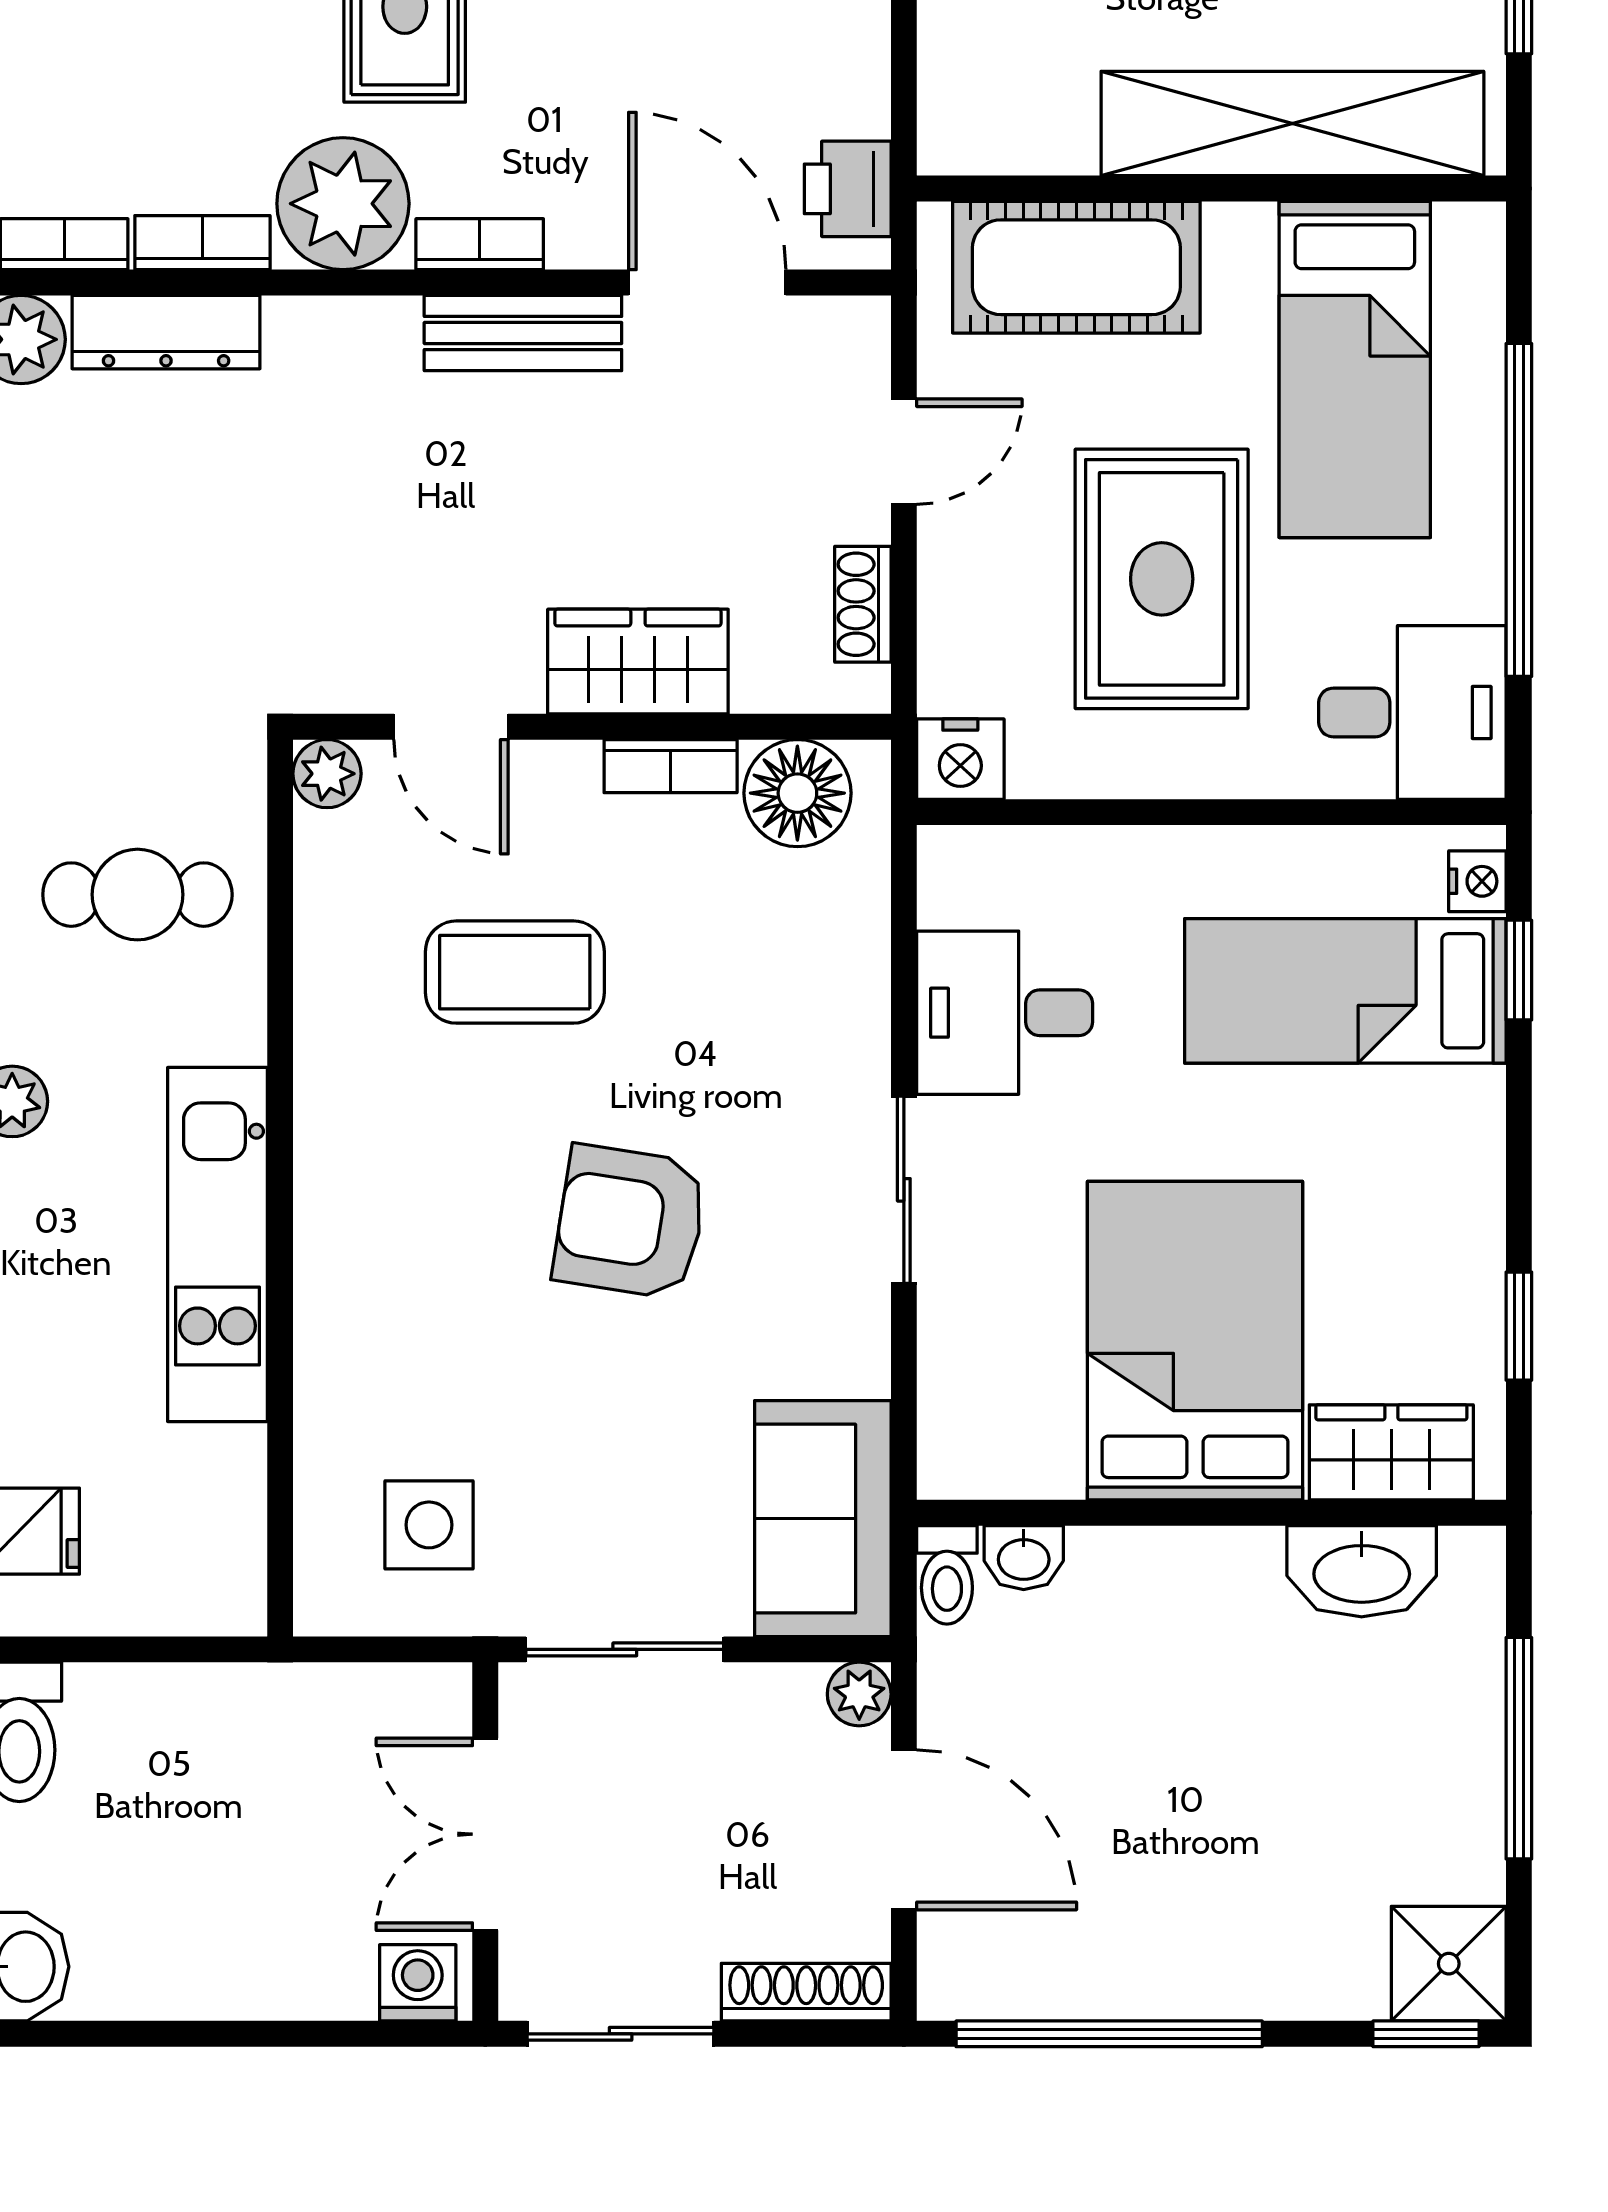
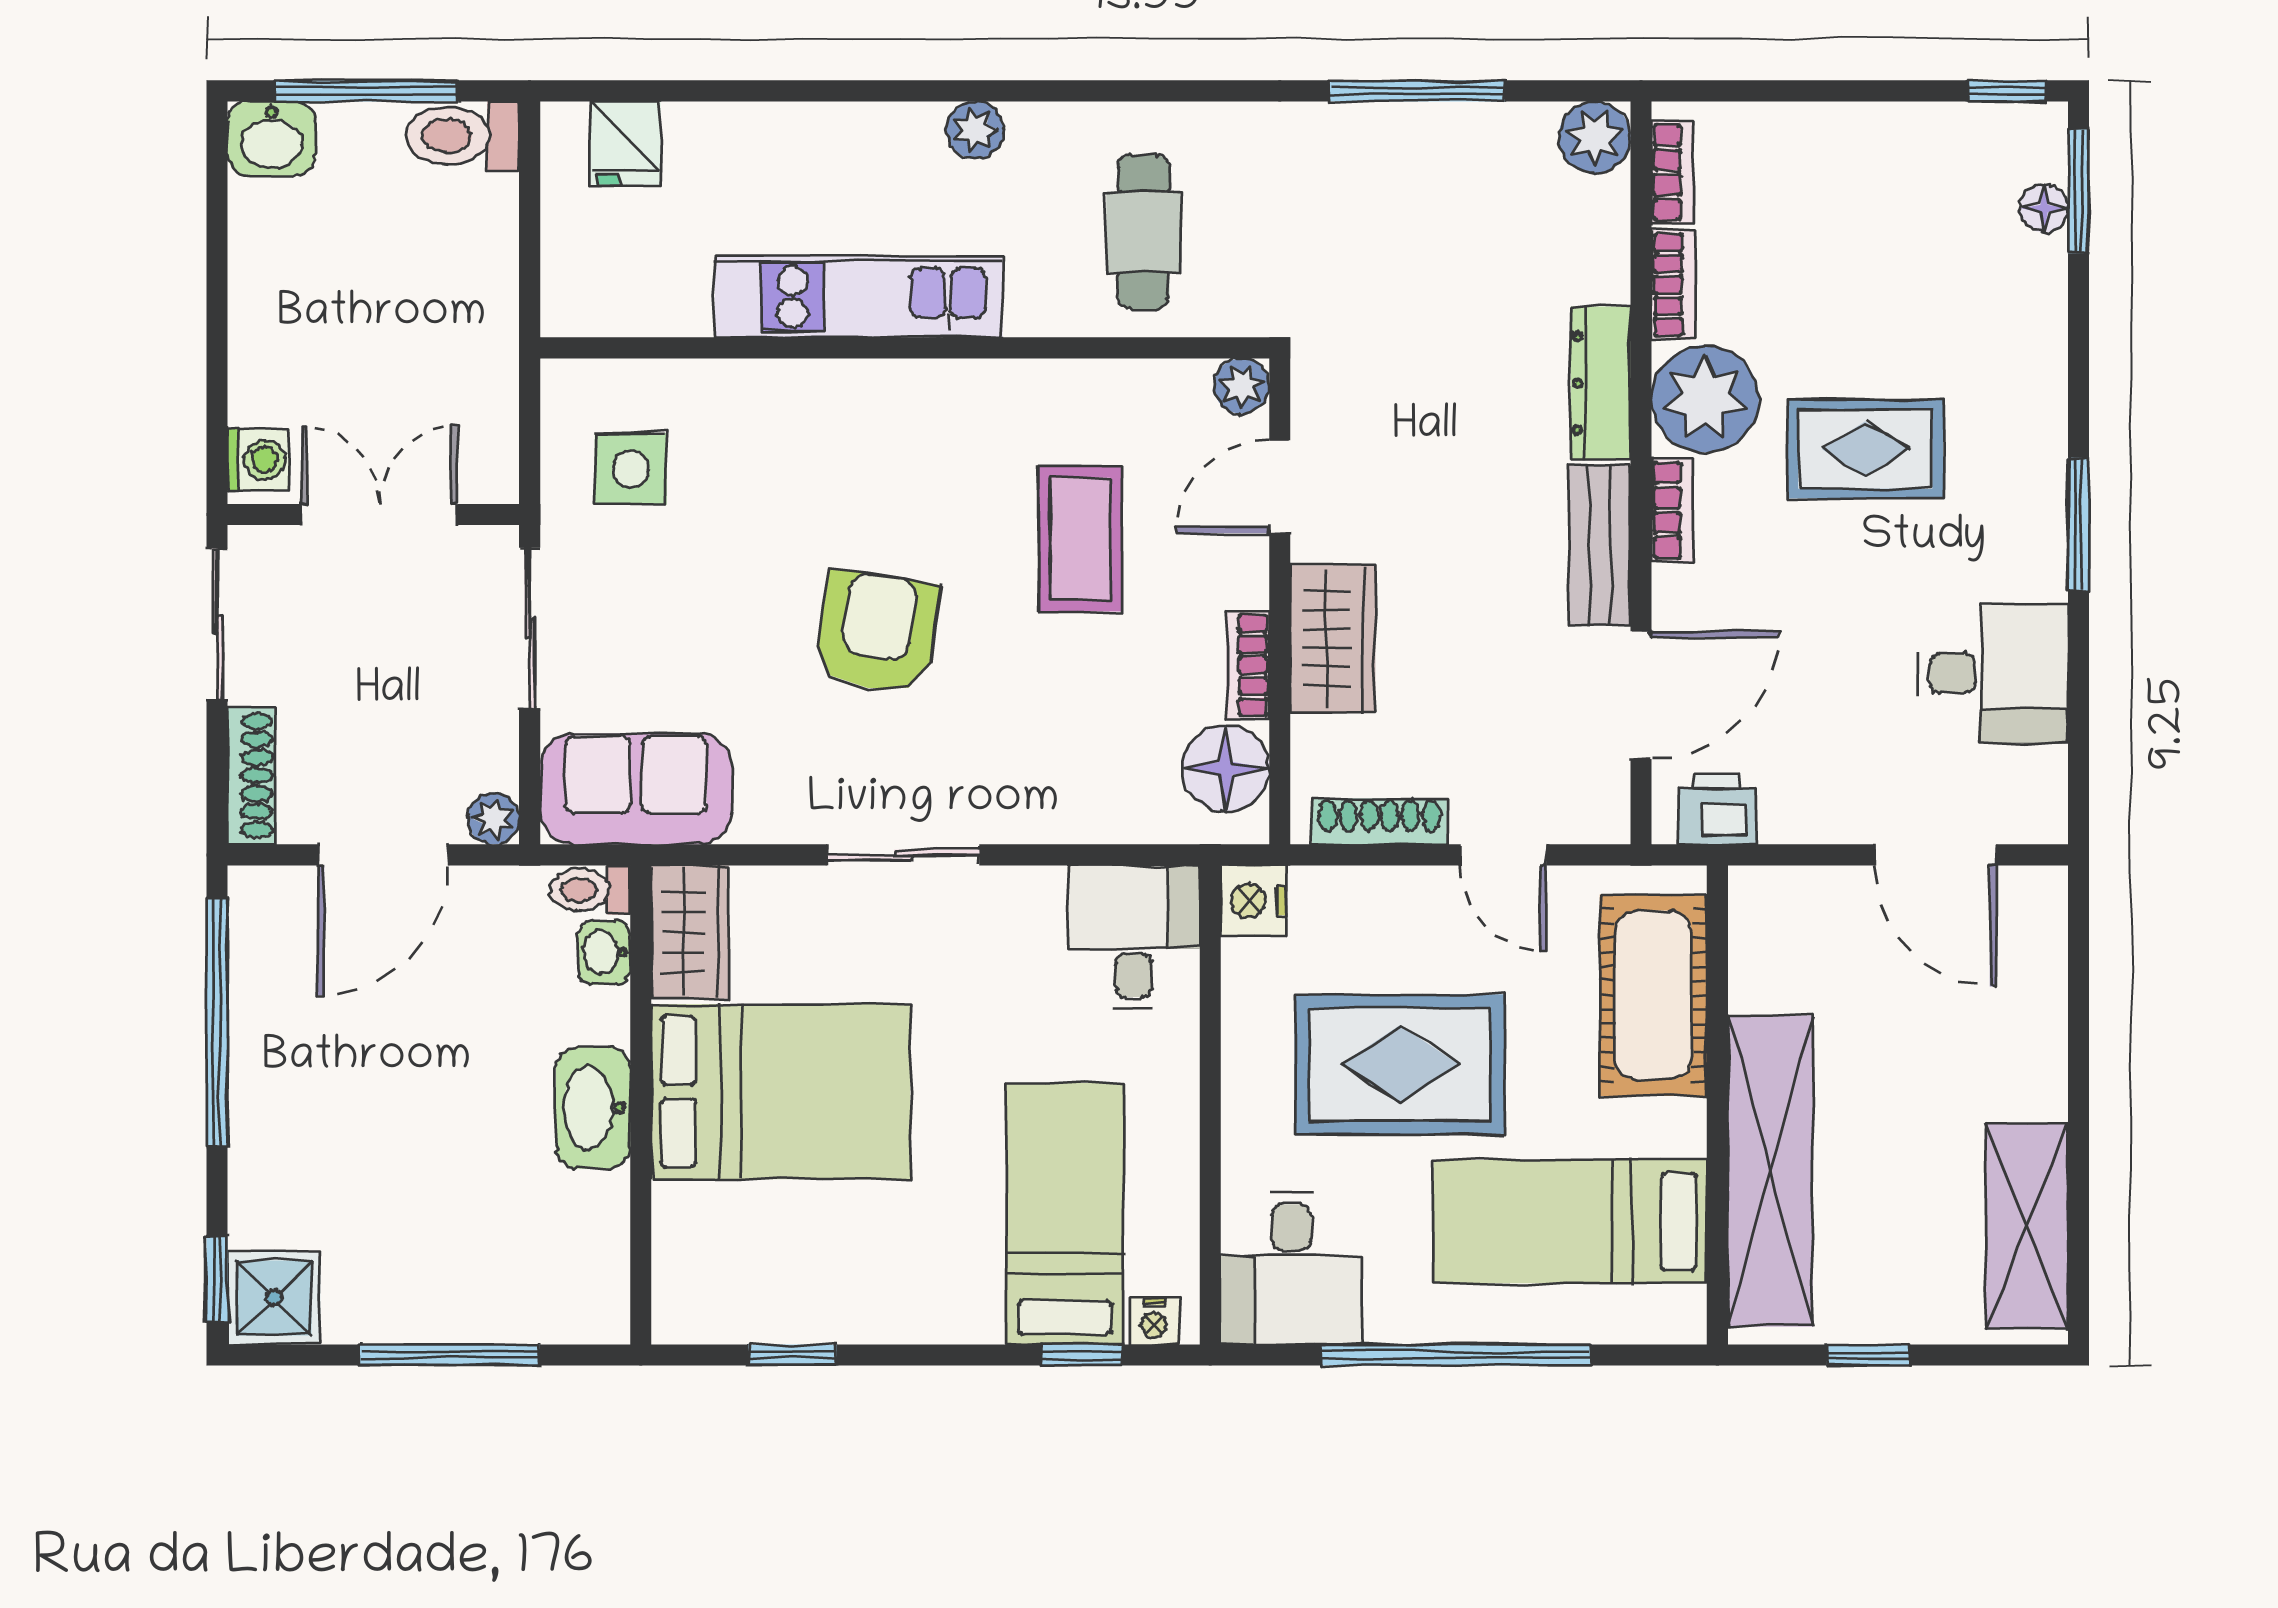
dresser: (166, 332) -> (1601, 383), moved
shoe rack: (863, 604) -> (1379, 822), width x1.43
desk: (1005, 1013) -> (1134, 937), moved
wardrobe: (1391, 1452) -> (690, 932), moved
washbasin: (1362, 1571) -> (593, 1108), moved

